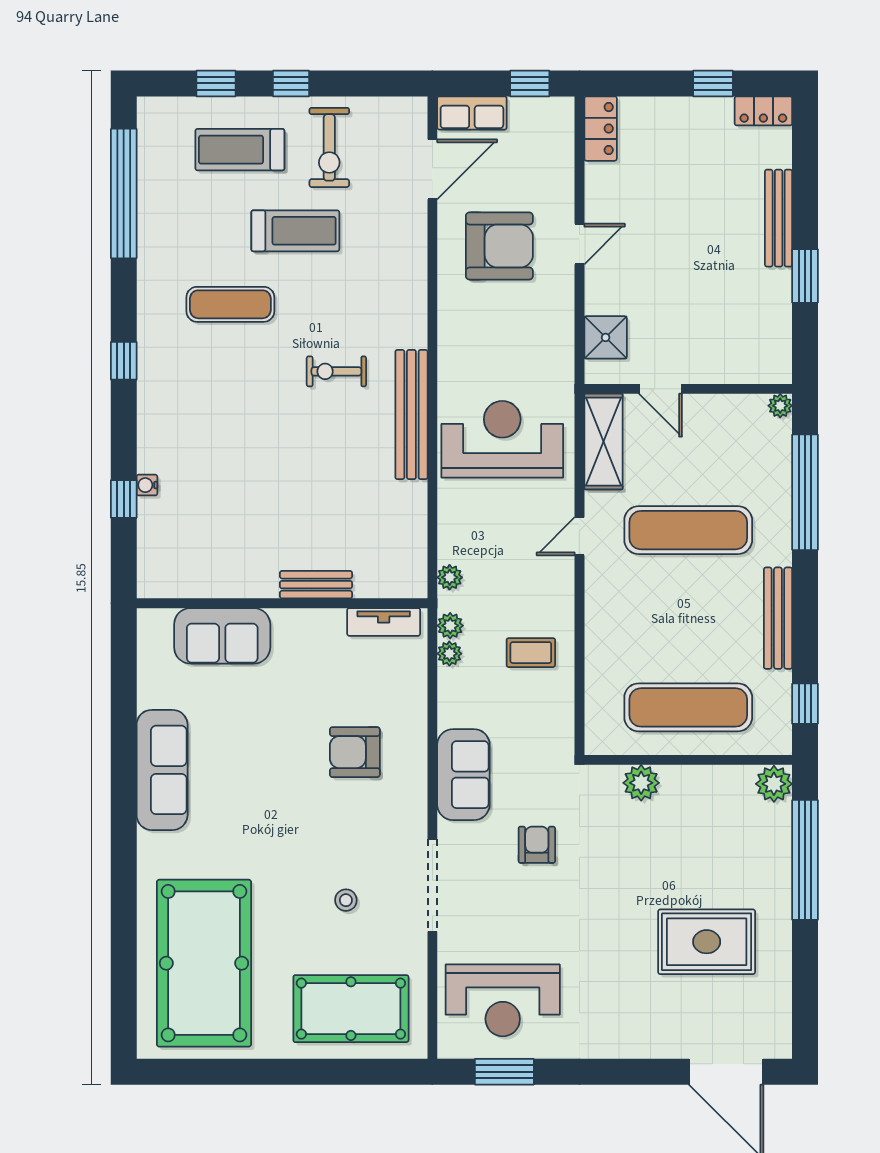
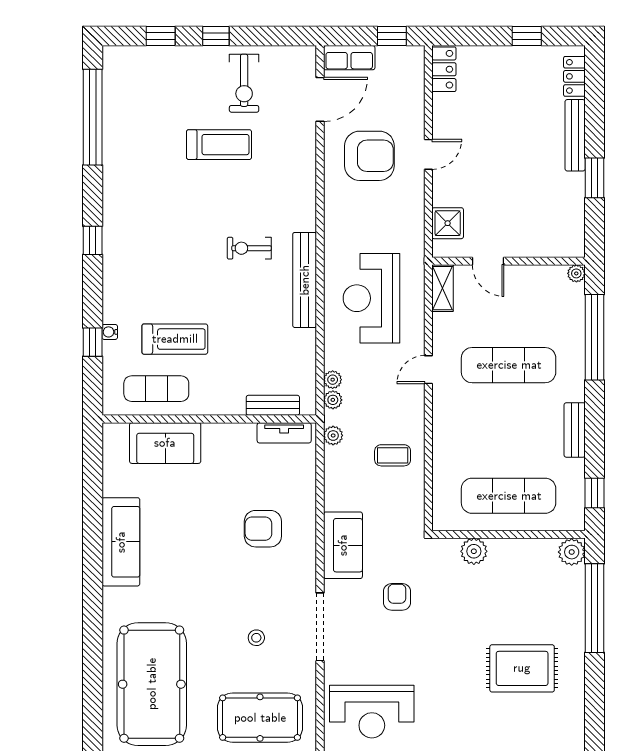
locker: (763, 111) -> (574, 76), moved, turned 90
treadmill: (240, 150) -> (175, 339), moved, turned 180
exercise mat: (230, 304) -> (156, 389), moved
reception desk: (502, 439) -> (371, 298), turned -90
shelving: (603, 442) -> (443, 288), width x0.67, depth x0.75
bench: (316, 585) -> (273, 405), moved
bench: (778, 618) -> (575, 430), width x0.73
plant: (449, 654) -> (333, 380), moved

